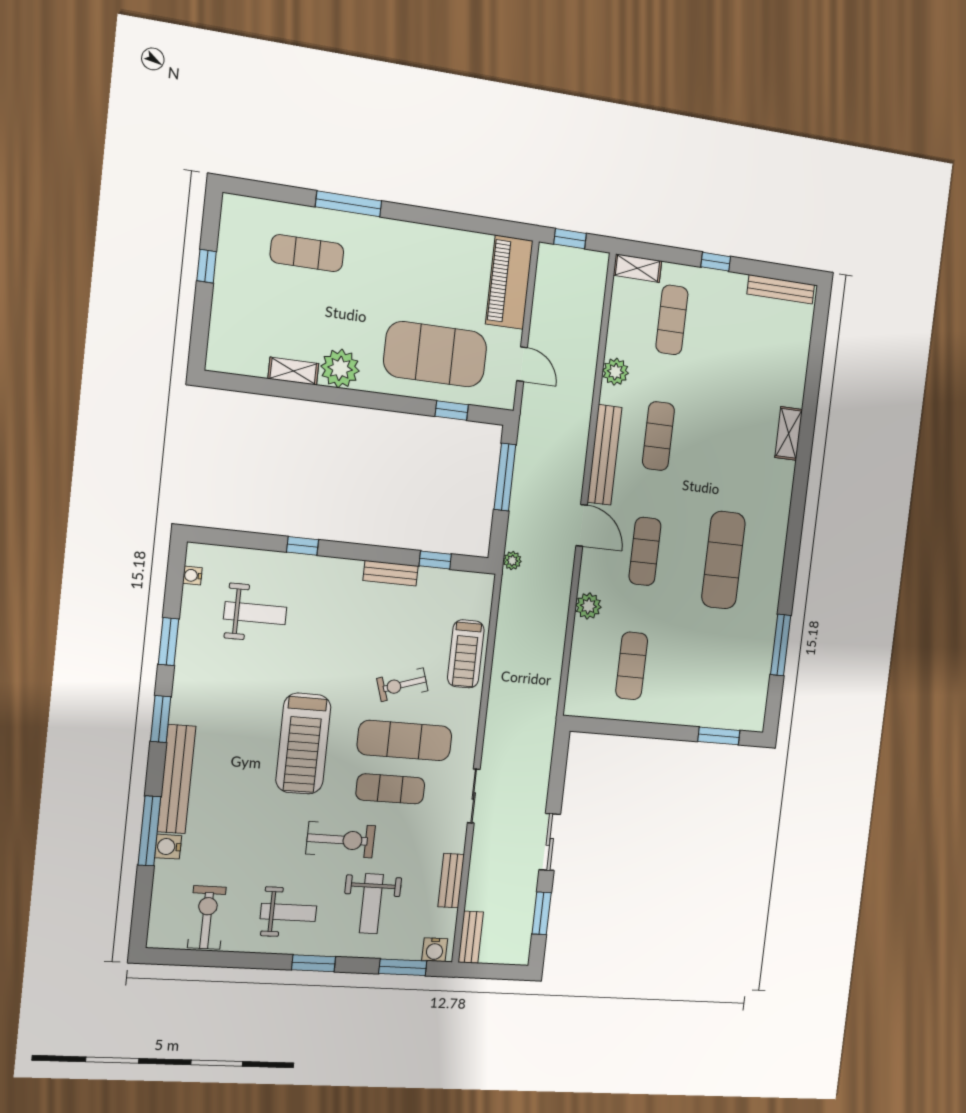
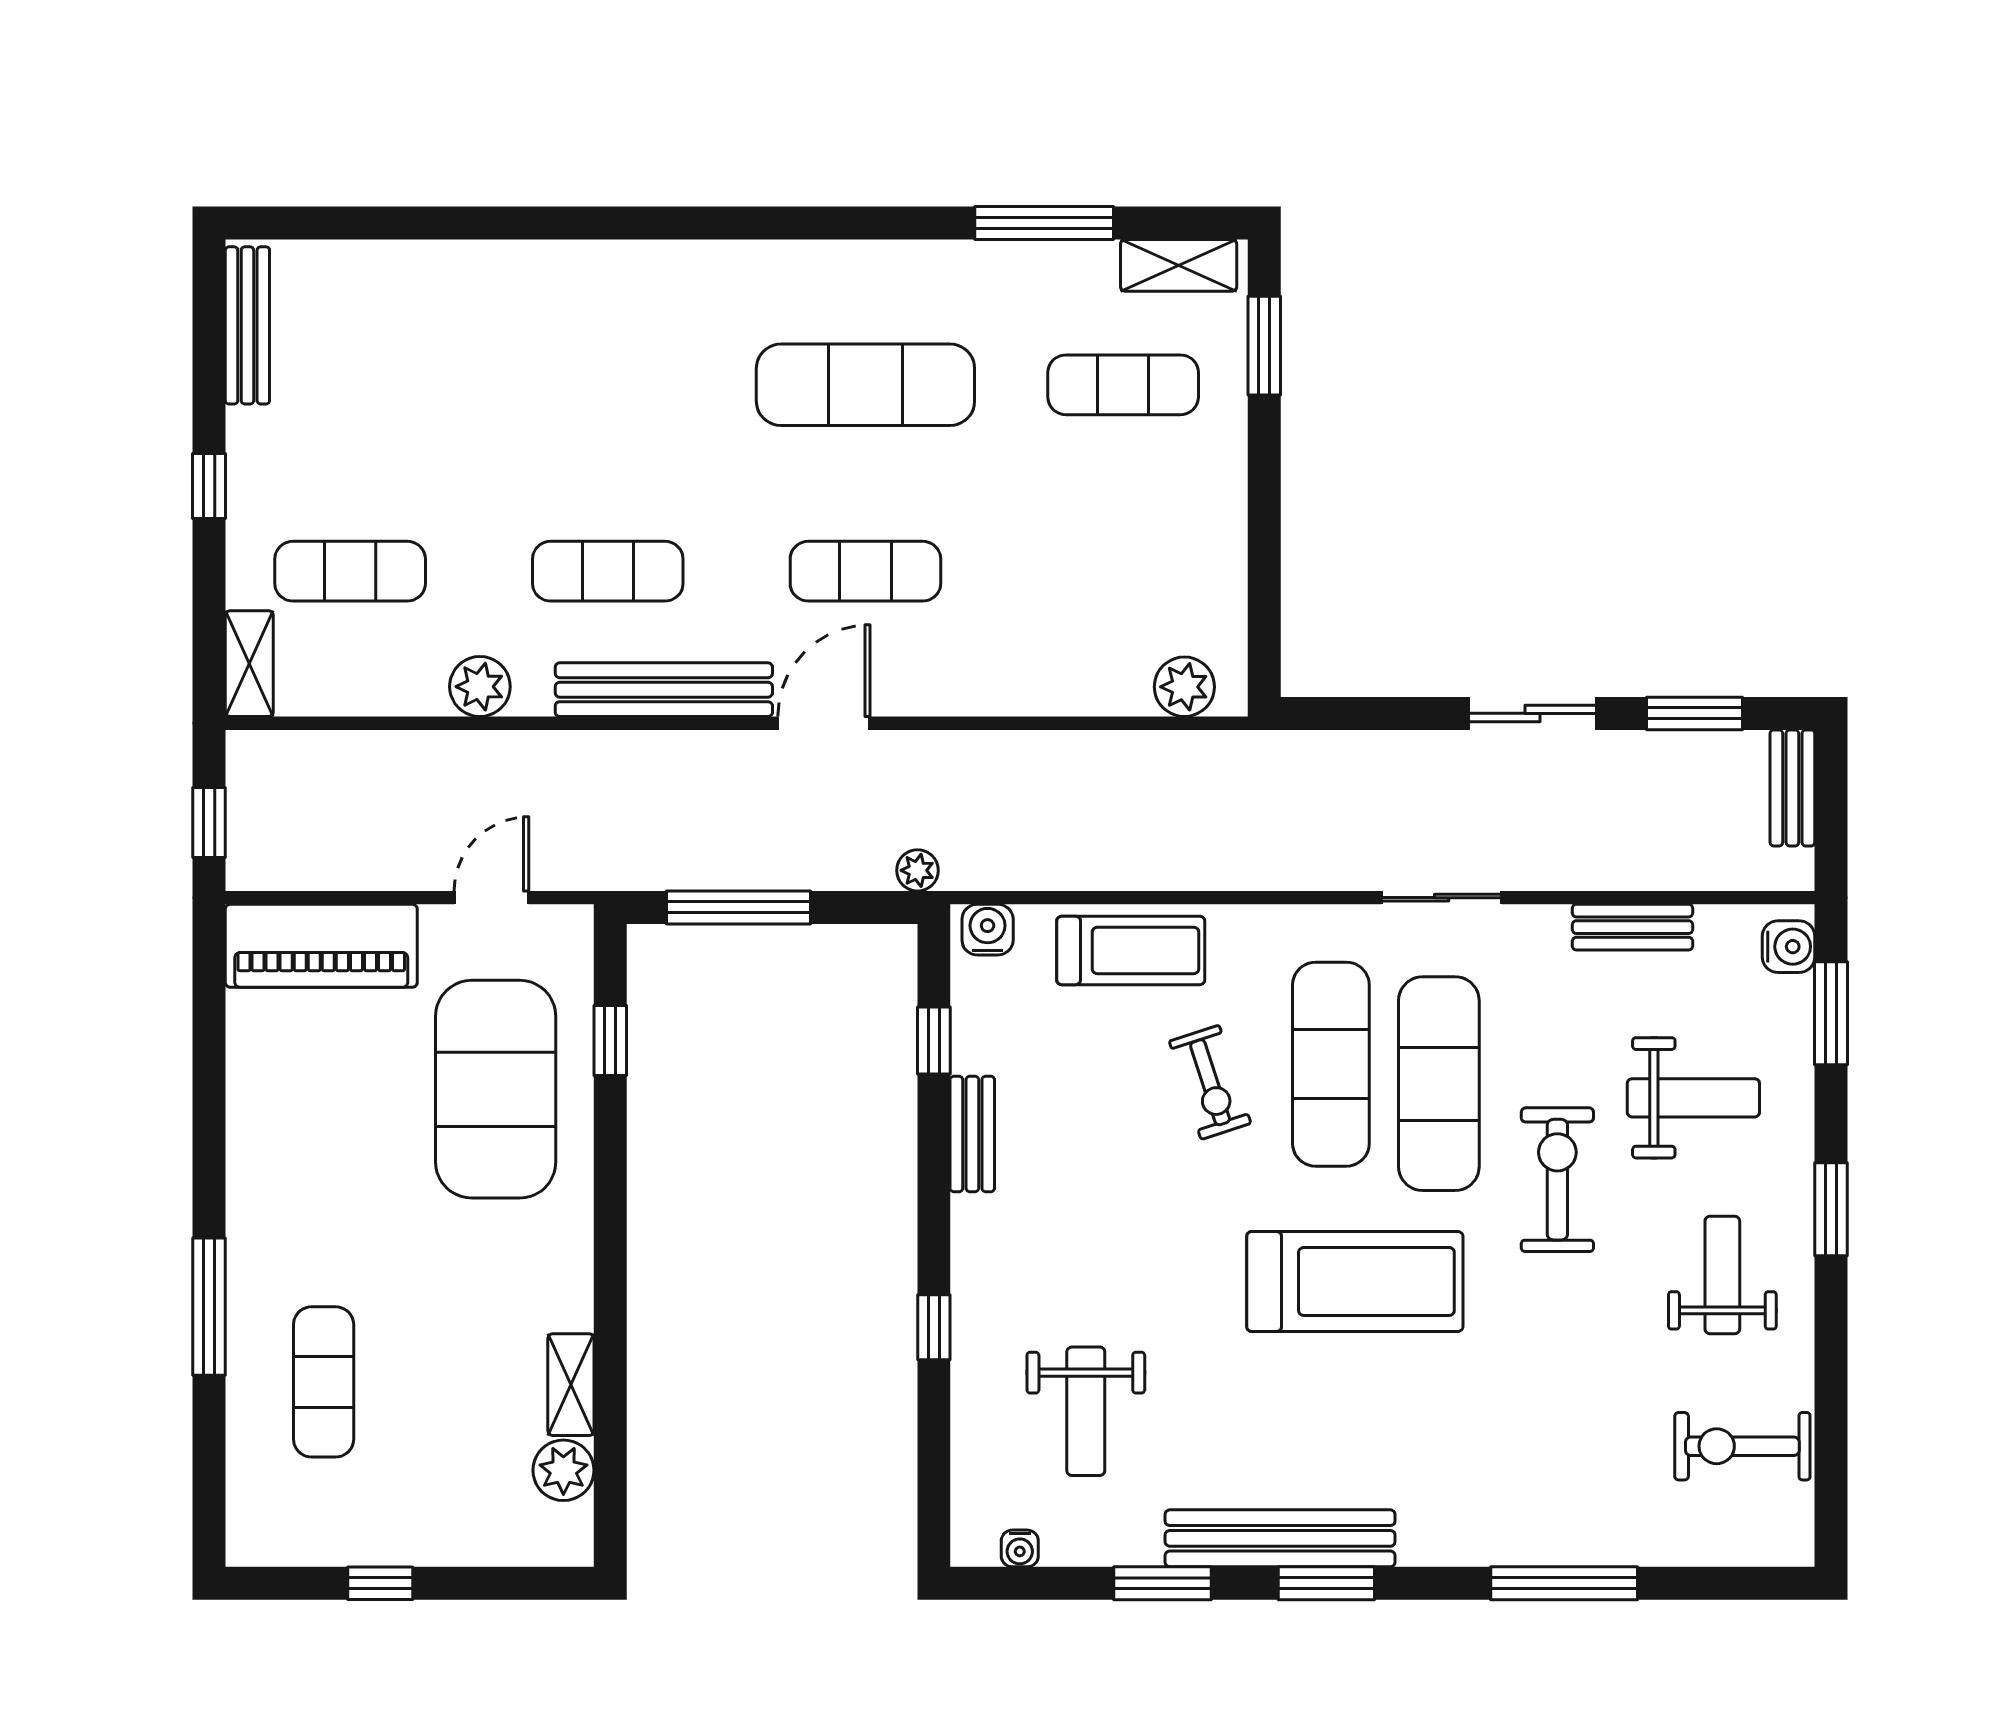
plant: (340, 368) -> (563, 1470), moved, width x0.73, depth x0.73
shelving: (789, 433) -> (1179, 265), moved
plant: (588, 606) -> (1184, 687), moved
weight bench: (255, 613) -> (1086, 1411), turned 180
exercise mat: (632, 666) -> (1123, 385), moved
bench: (177, 779) -> (1280, 1538), moved
exercise mat: (390, 789) -> (1439, 1084), width x1.36, depth x1.45
water cooler: (168, 847) -> (988, 930), moved, turned 180
bench: (471, 937) -> (1792, 788), moved, turned 90

